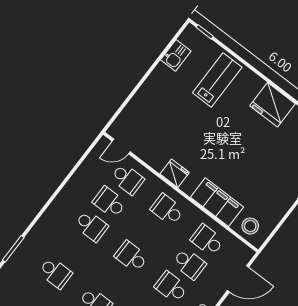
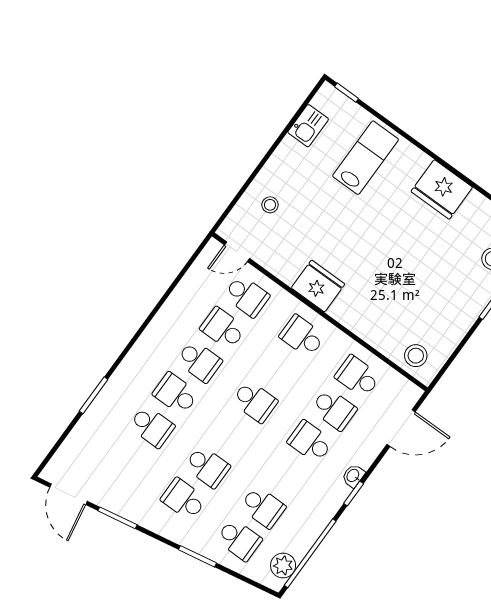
stool: (146, 113) -> (270, 205), added
fridge: (175, 173) -> (318, 286), width x1.36, depth x1.34
filing cabinet: (217, 202) -> (370, 324), removed
school desk: (73, 249) -> (176, 394), added
school desk: (131, 257) -> (255, 401), turned 180

